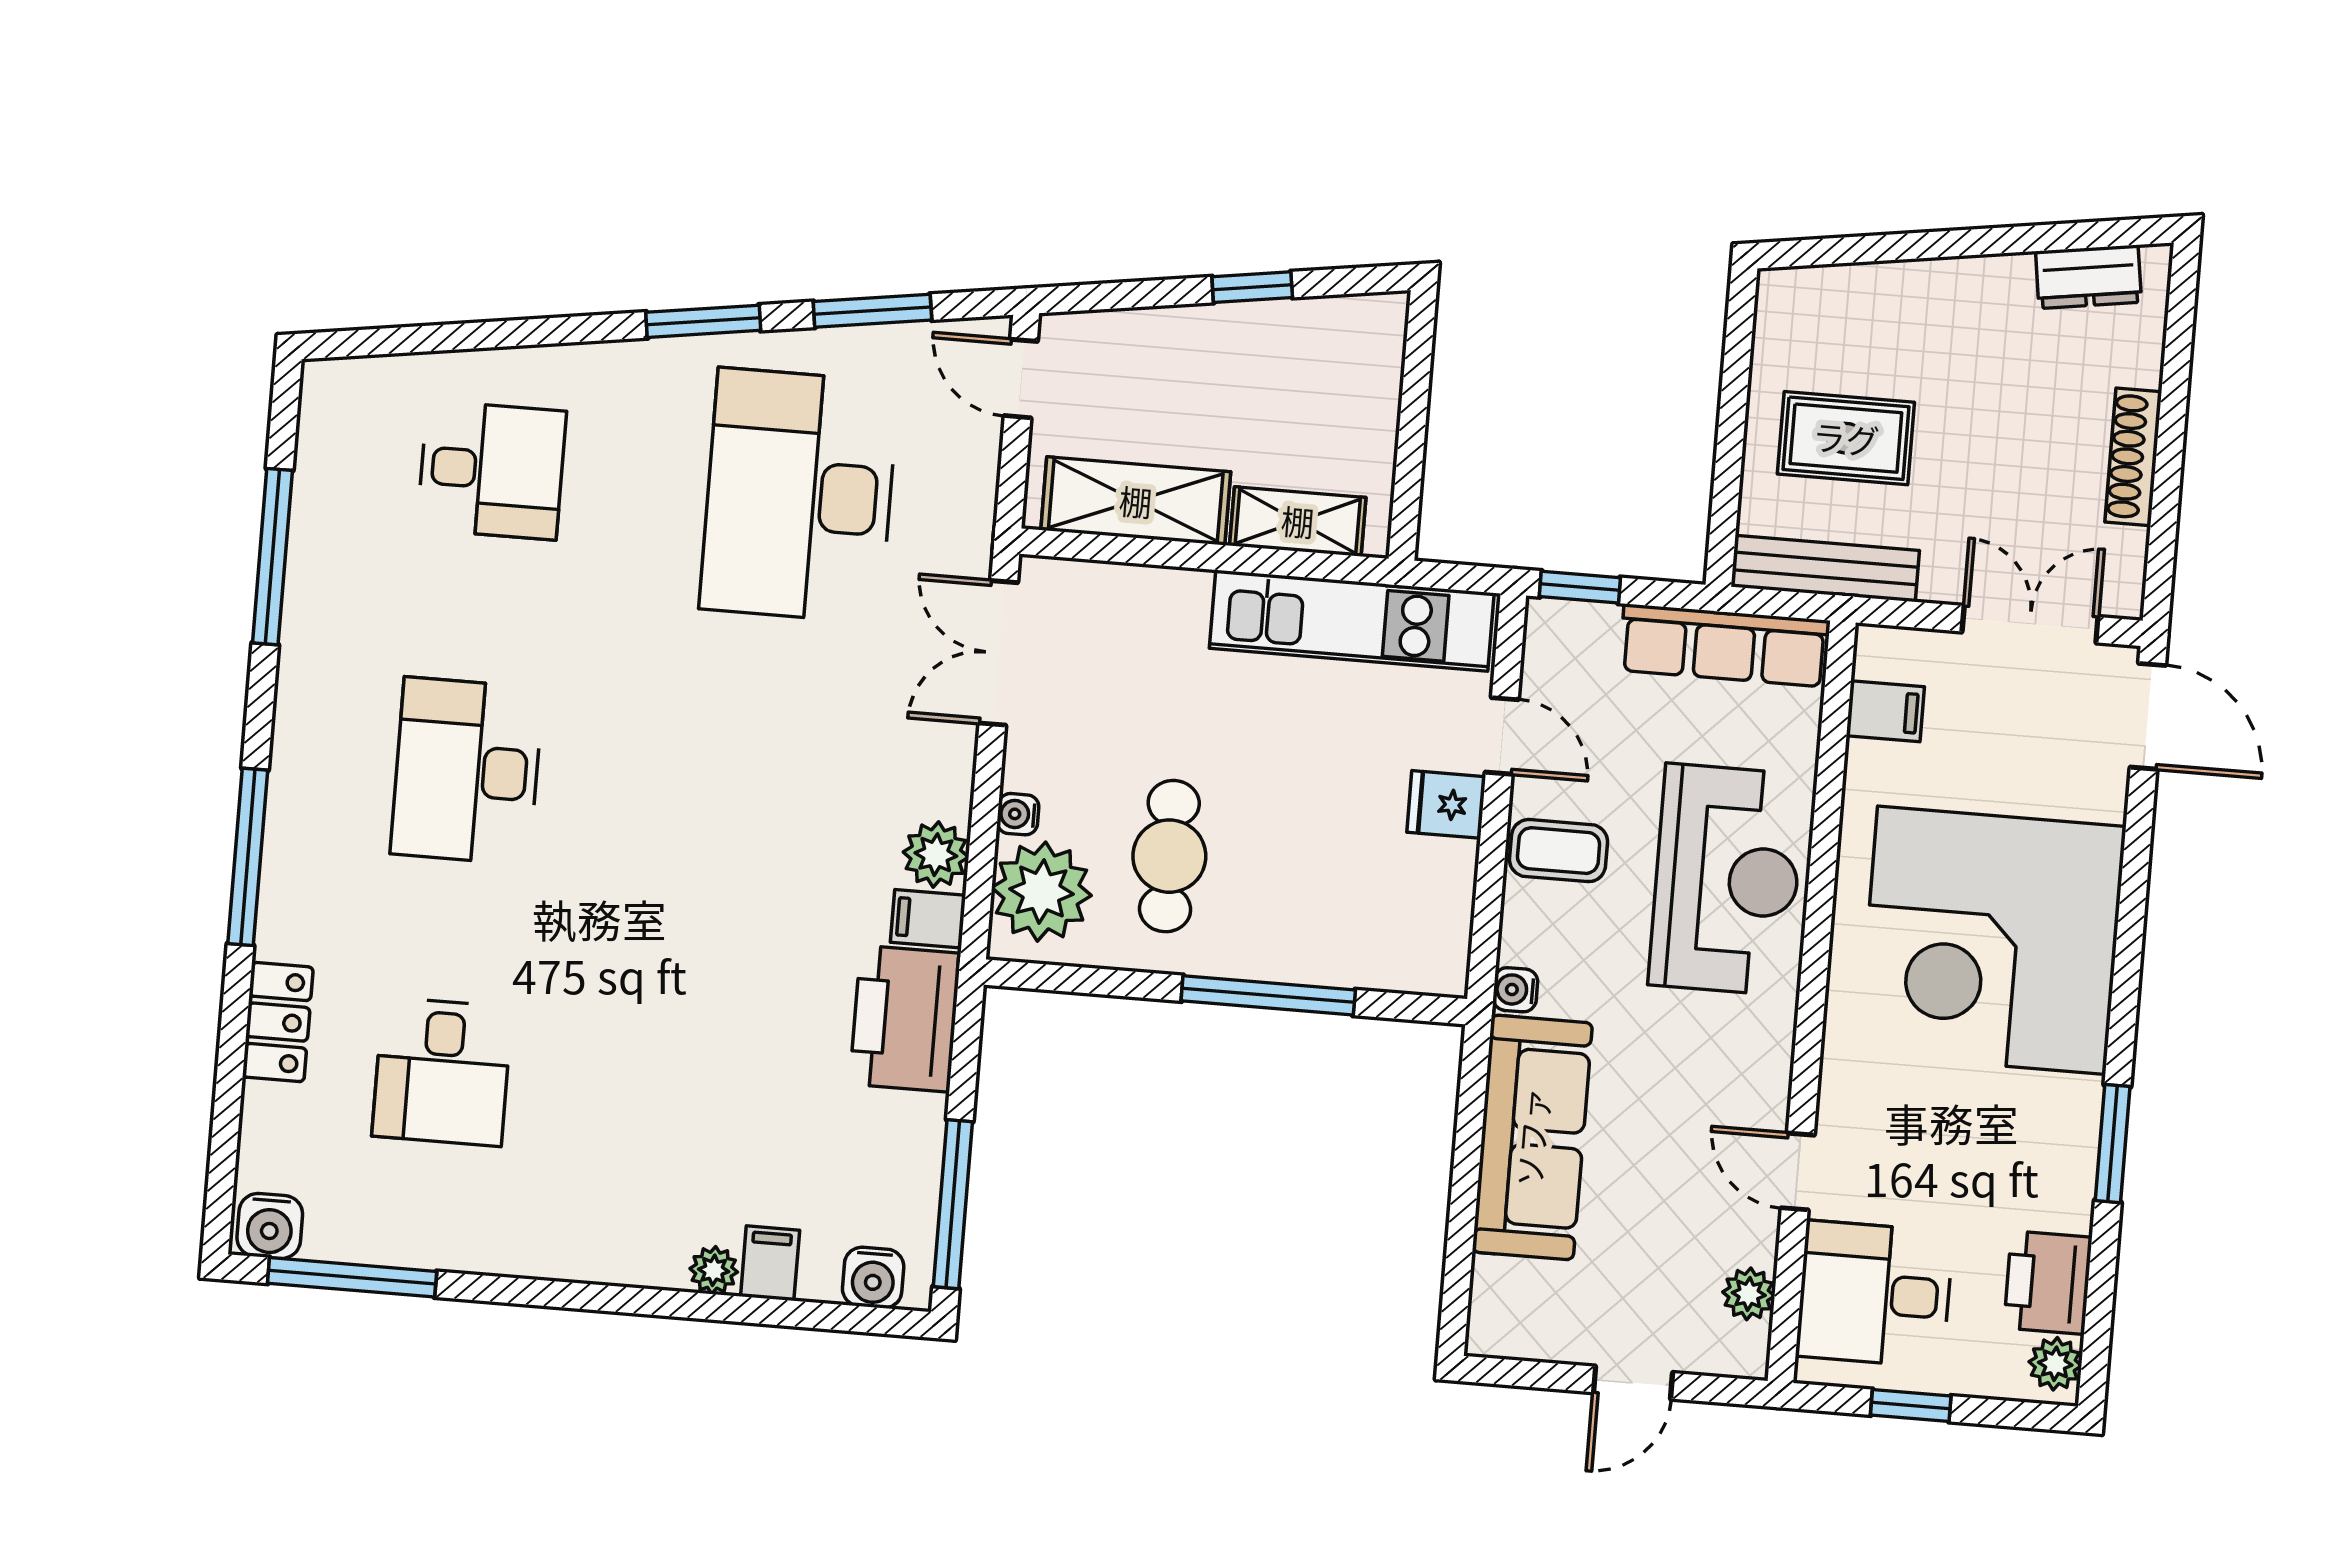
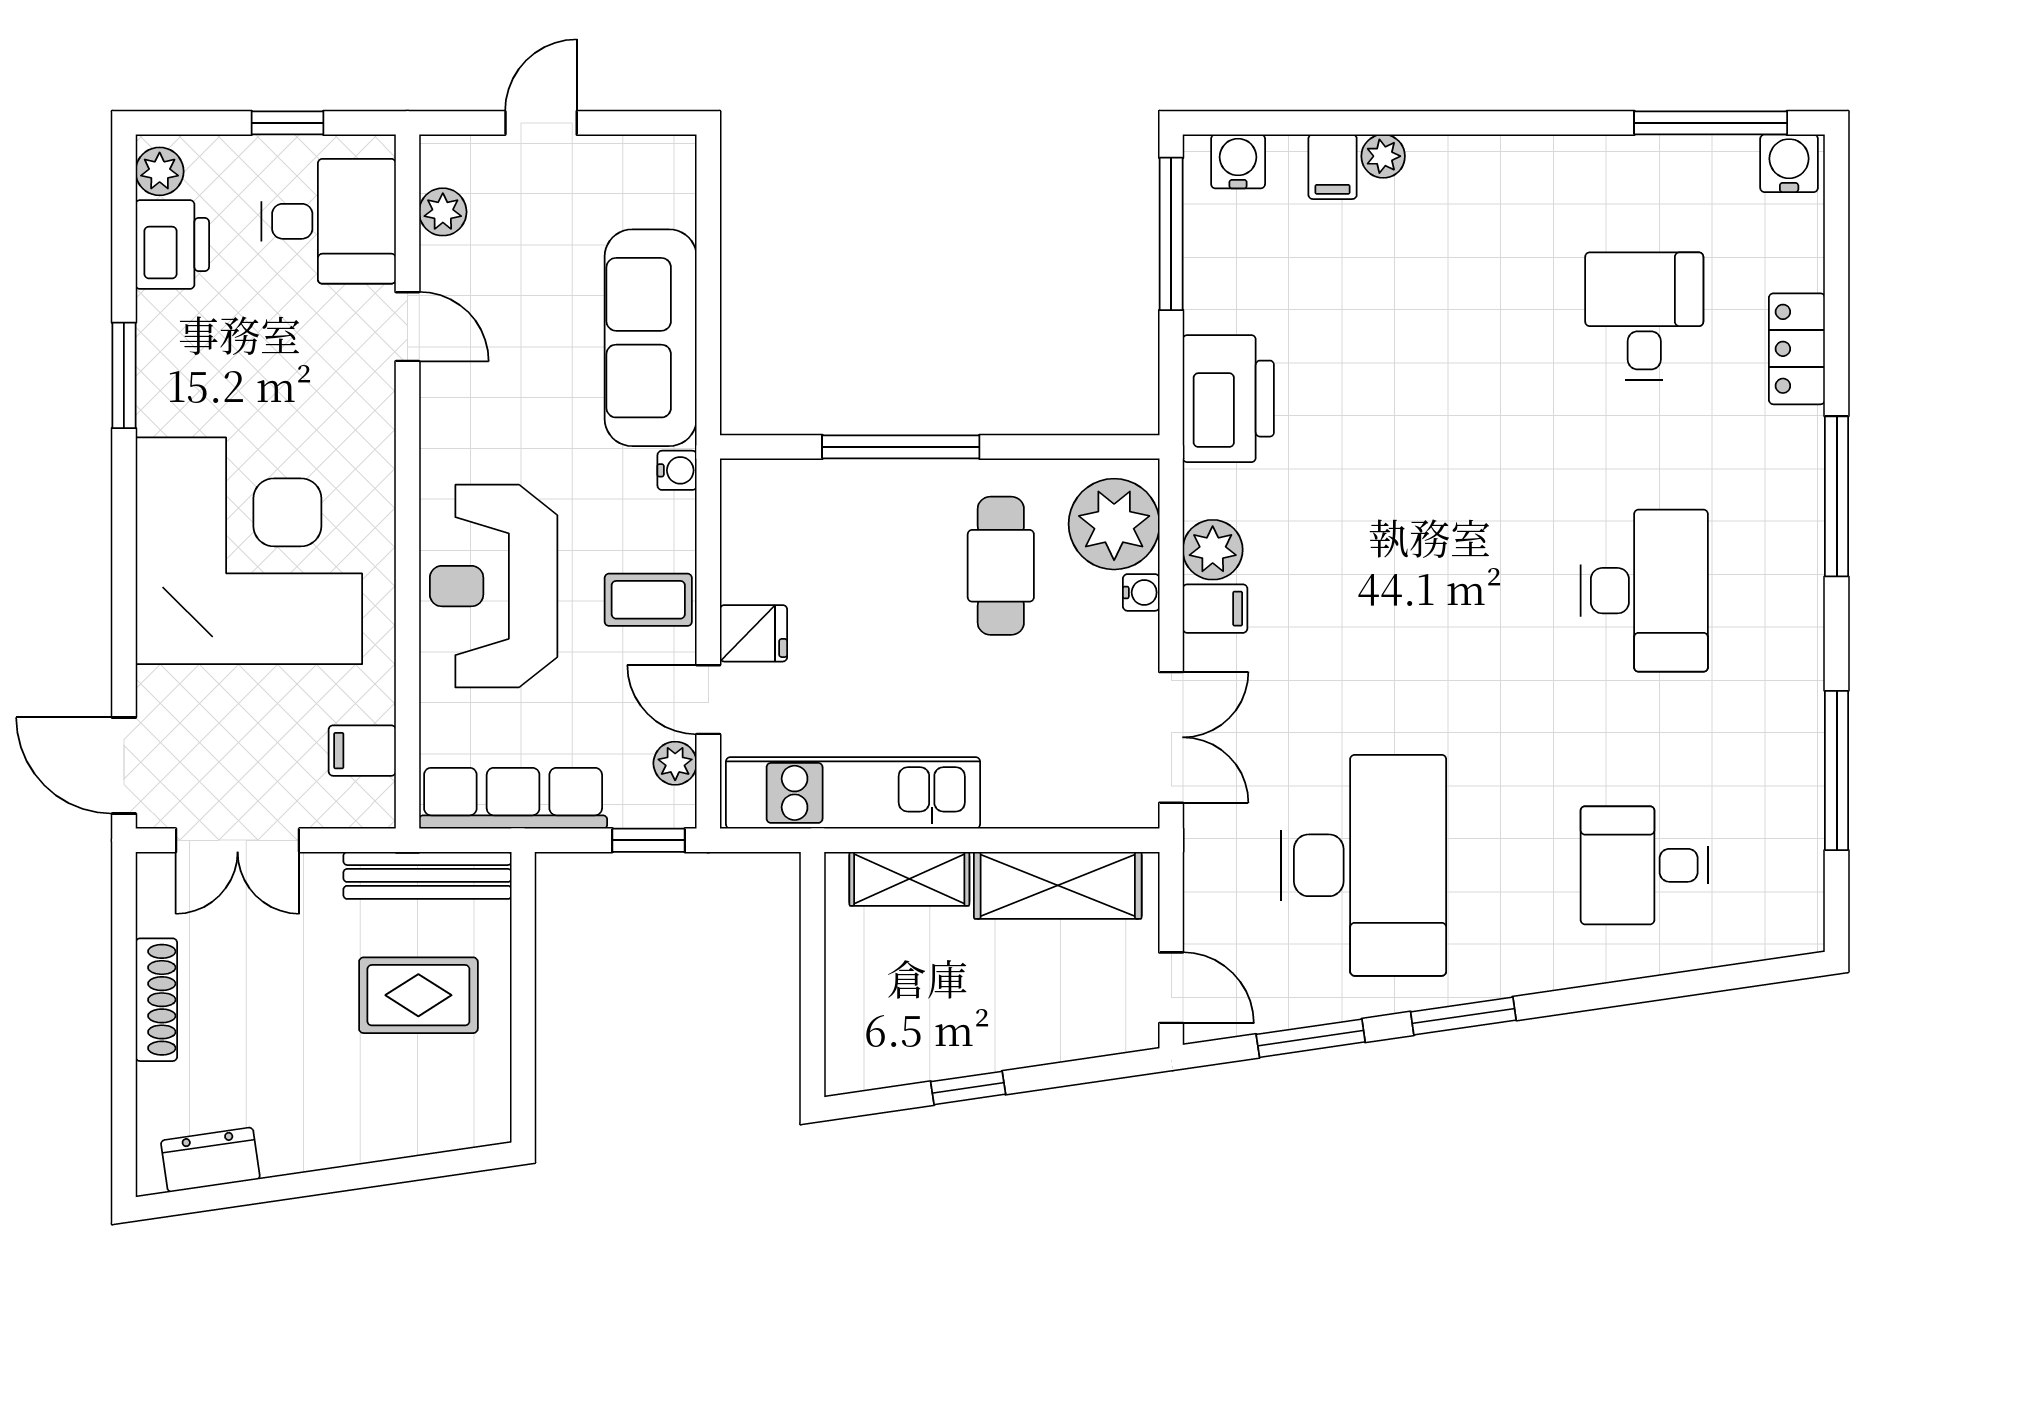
plant: (1544, 669) -> (675, 763), added
filing cabinet: (928, 919) -> (1215, 609), moved

